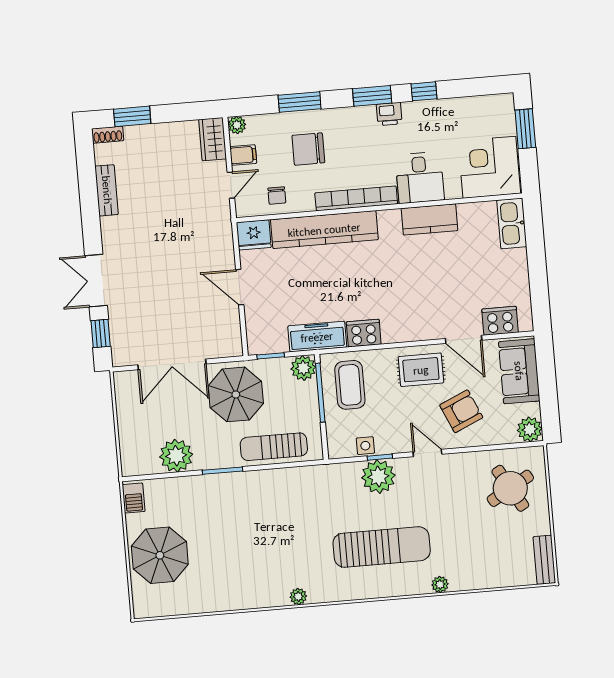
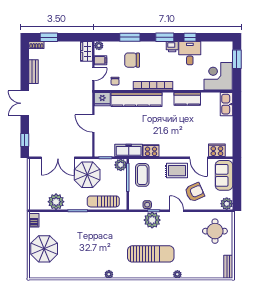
desk: (420, 178) -> (190, 53), moved, turned 180
double door: (96, 281) -> (25, 103), moved
round table: (510, 488) -> (215, 231), turned 30

